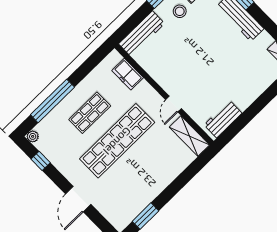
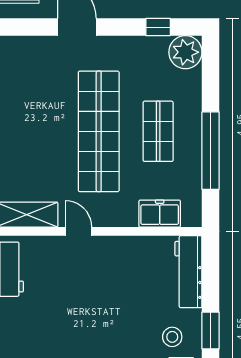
window: (52, 101) -> (211, 151), moved
plant: (33, 136) -> (185, 52), width x1.87, depth x1.87

